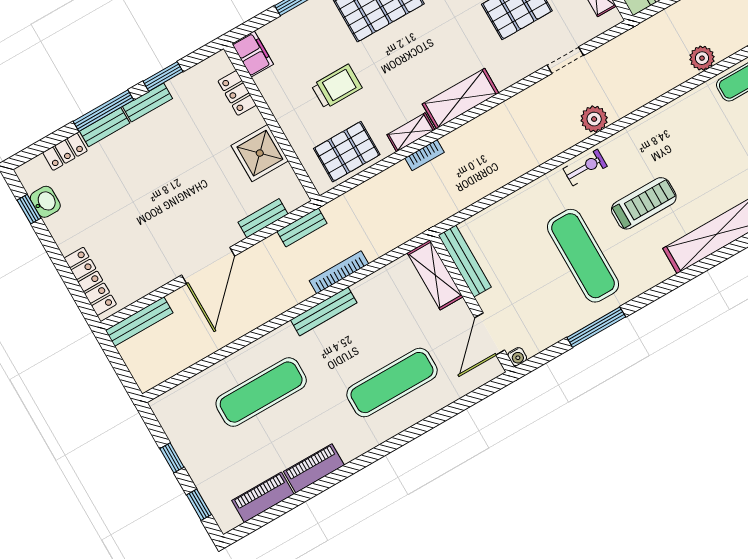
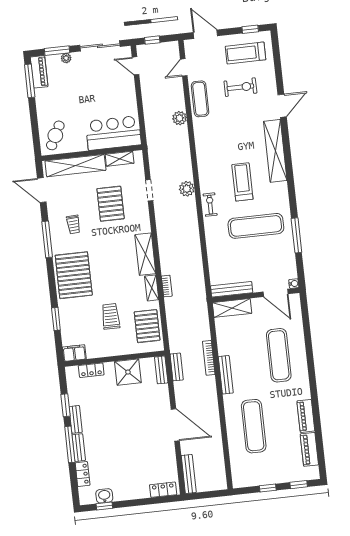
bench: (263, 218) -> (161, 370), moved
locker: (90, 281) -> (163, 490), width x0.66

